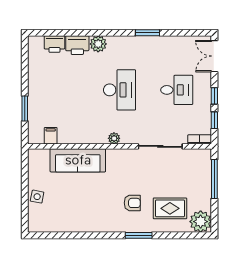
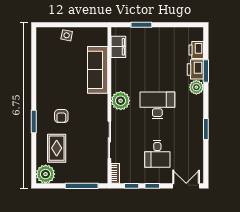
window: (79, 33) -> (206, 71), added
desk: (120, 90) -> (157, 105), turned 180
filing cabinet: (51, 136) -> (118, 47), width x2.00
plant: (114, 138) -> (121, 101), width x1.88, depth x1.88

